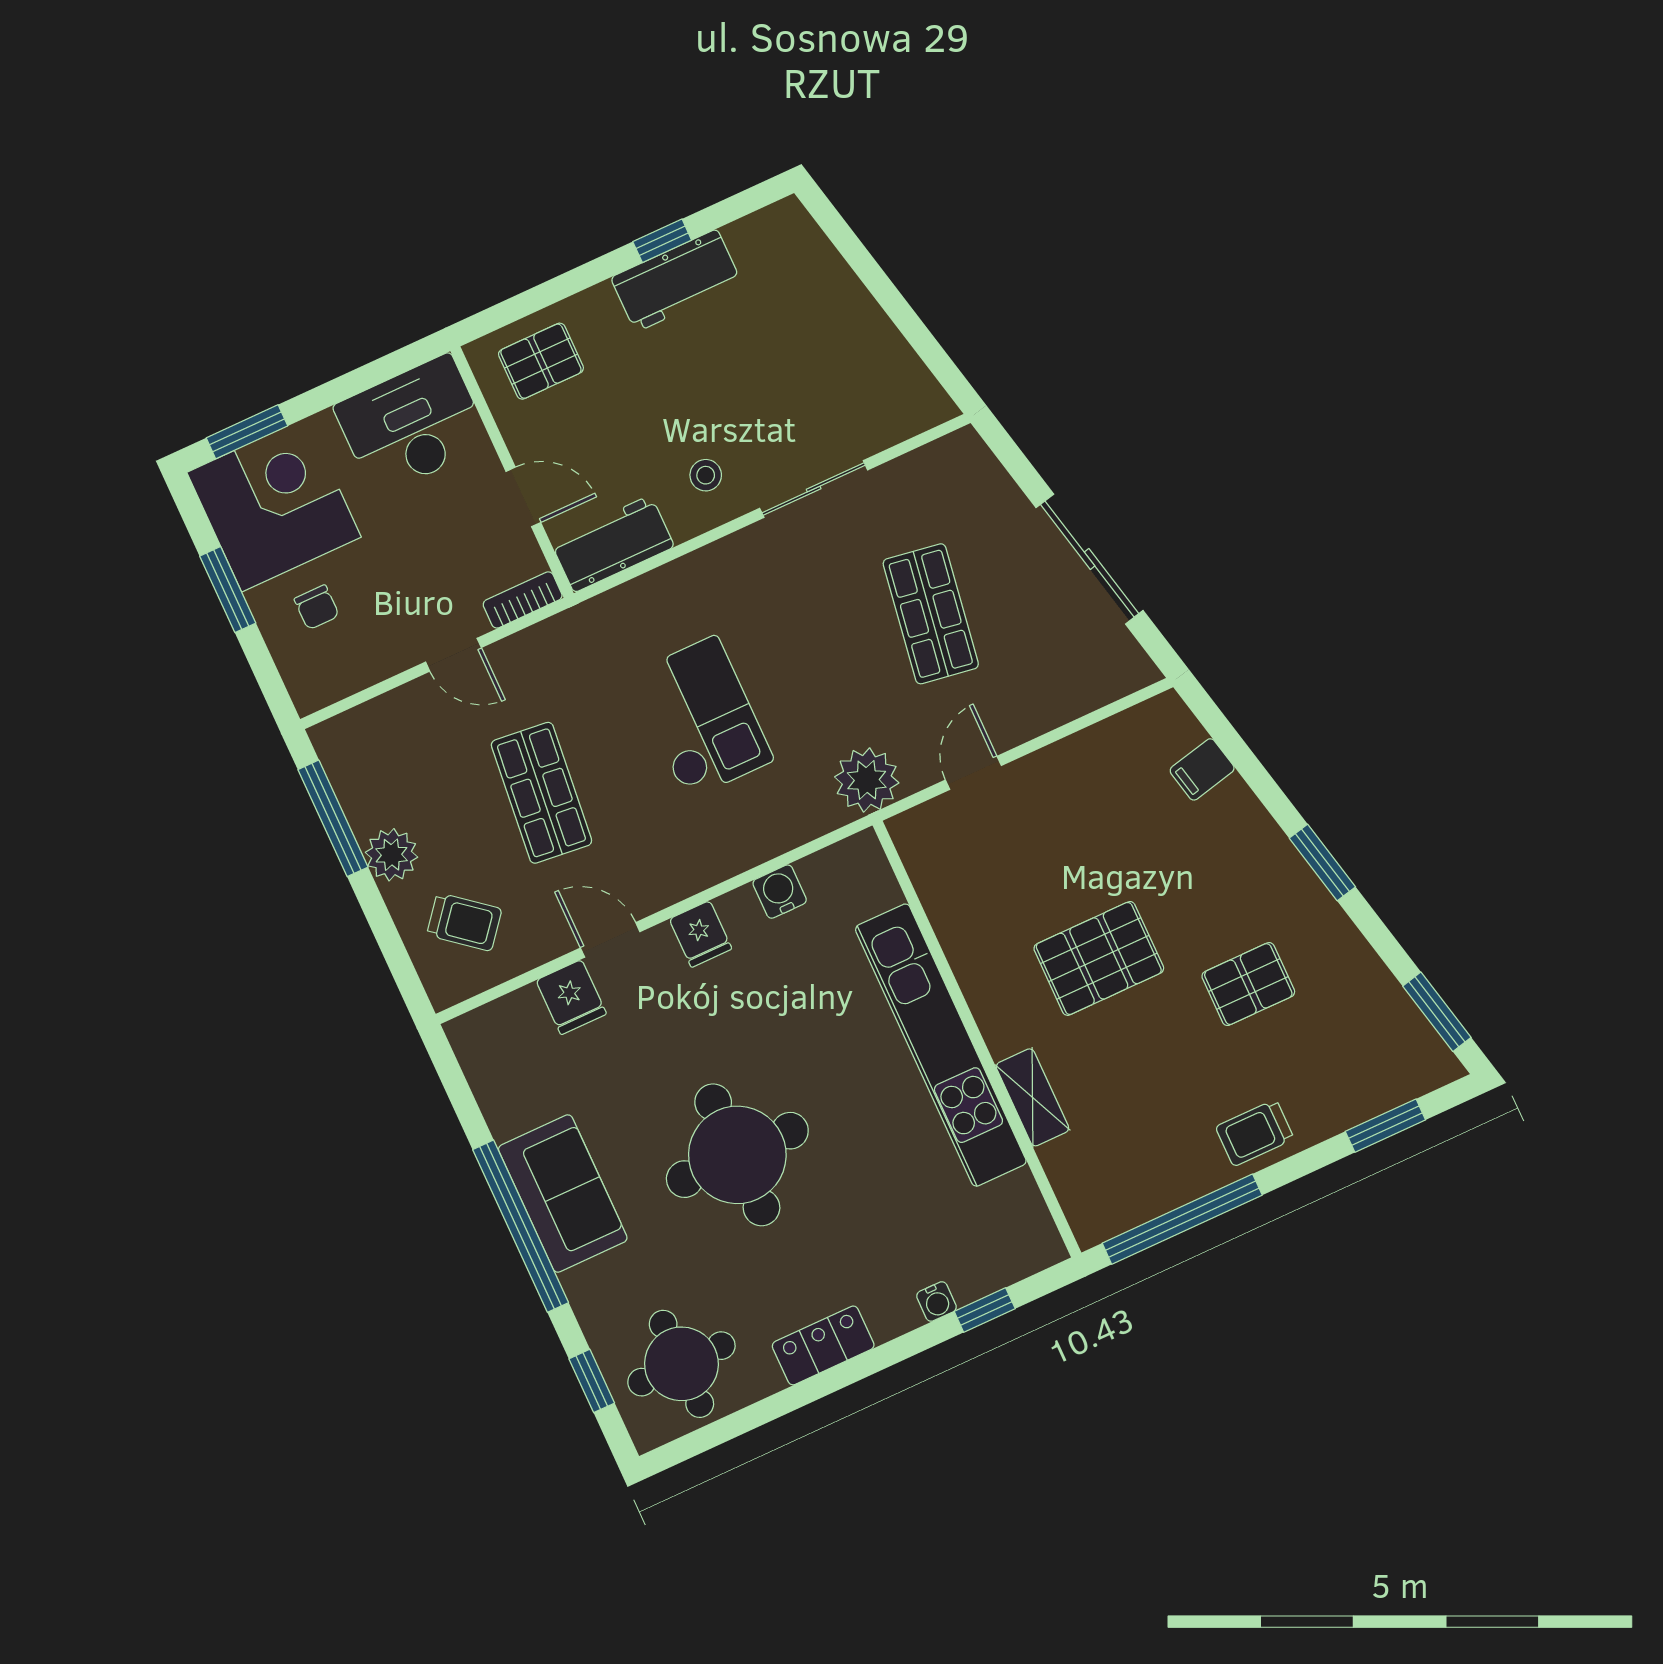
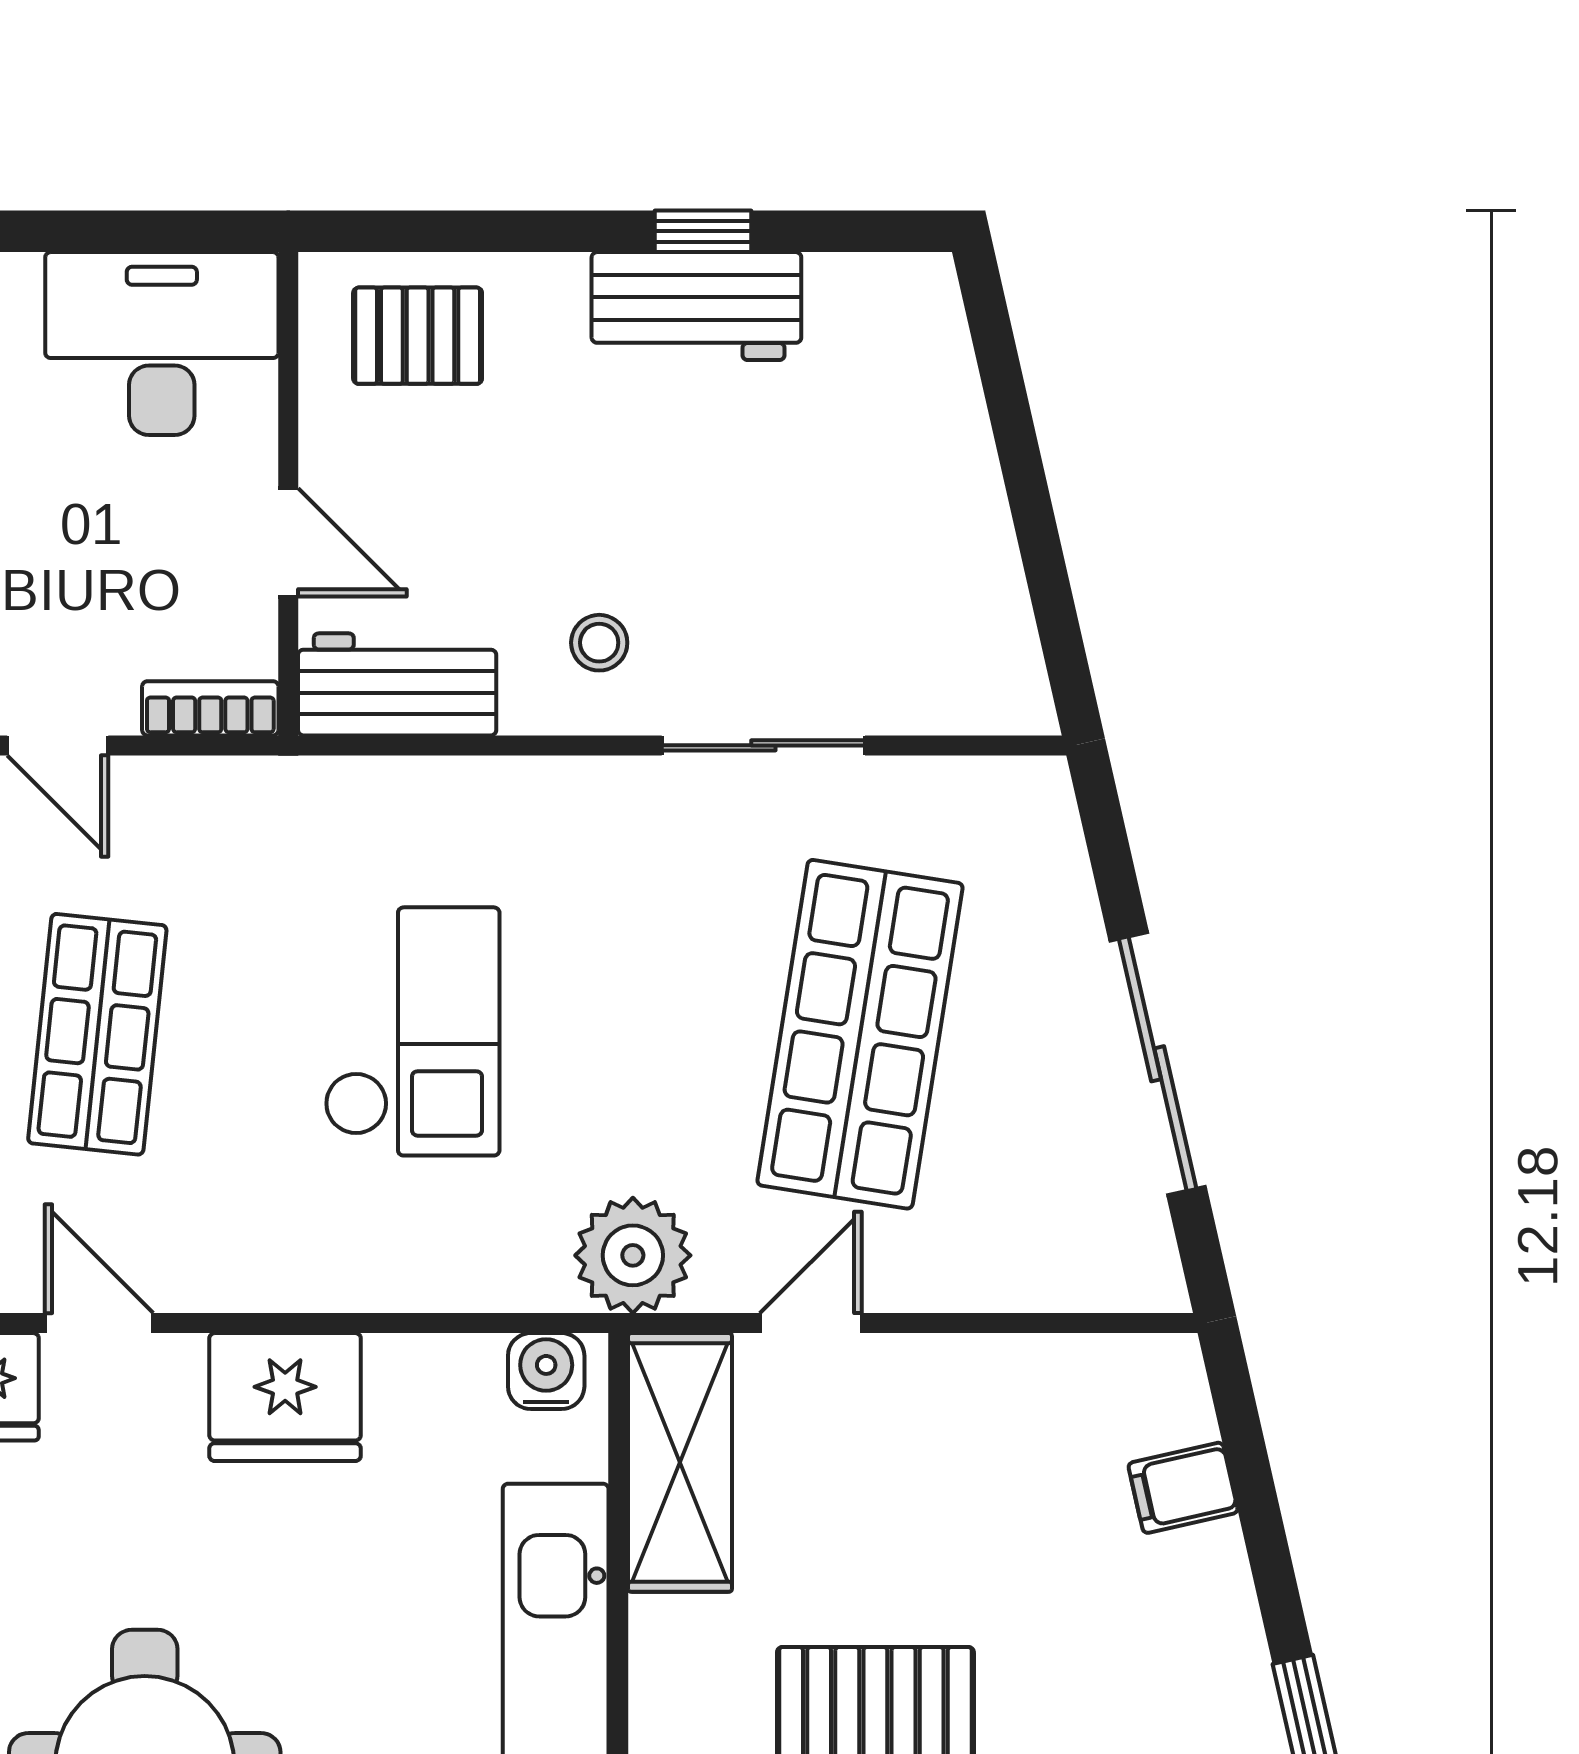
shop shelf: (931, 614) -> (860, 1034), width x1.43, depth x1.36
shelving: (939, 875) -> (680, 1462), added
water cooler: (780, 892) -> (546, 1371), moved
fridge: (701, 934) -> (285, 1397), width x1.88, depth x1.34

